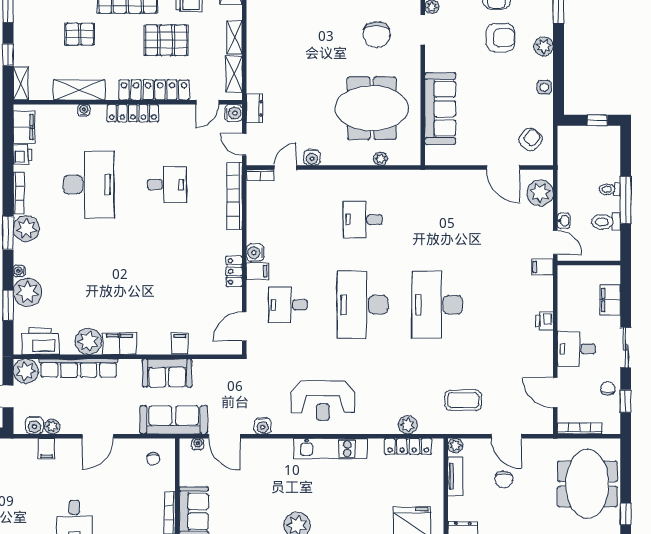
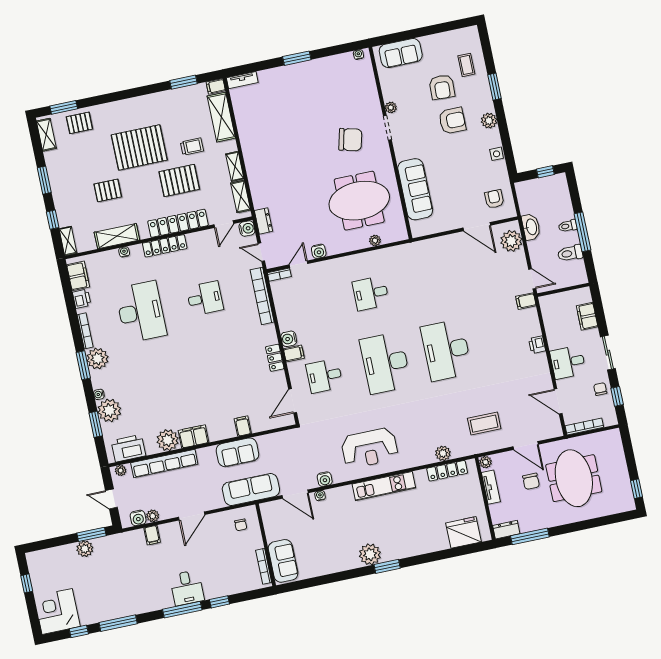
chair: (376, 35) -> (350, 140), turned -76
armchair: (530, 140) -> (494, 199), turned -40
washbasin: (564, 221) -> (531, 227), moved, width x1.91, depth x1.45
plant: (26, 371) -> (121, 470), width x0.53, depth x0.53
water cooler: (198, 444) -> (320, 496), moved
meeting table: (587, 484) -> (574, 478), moved

